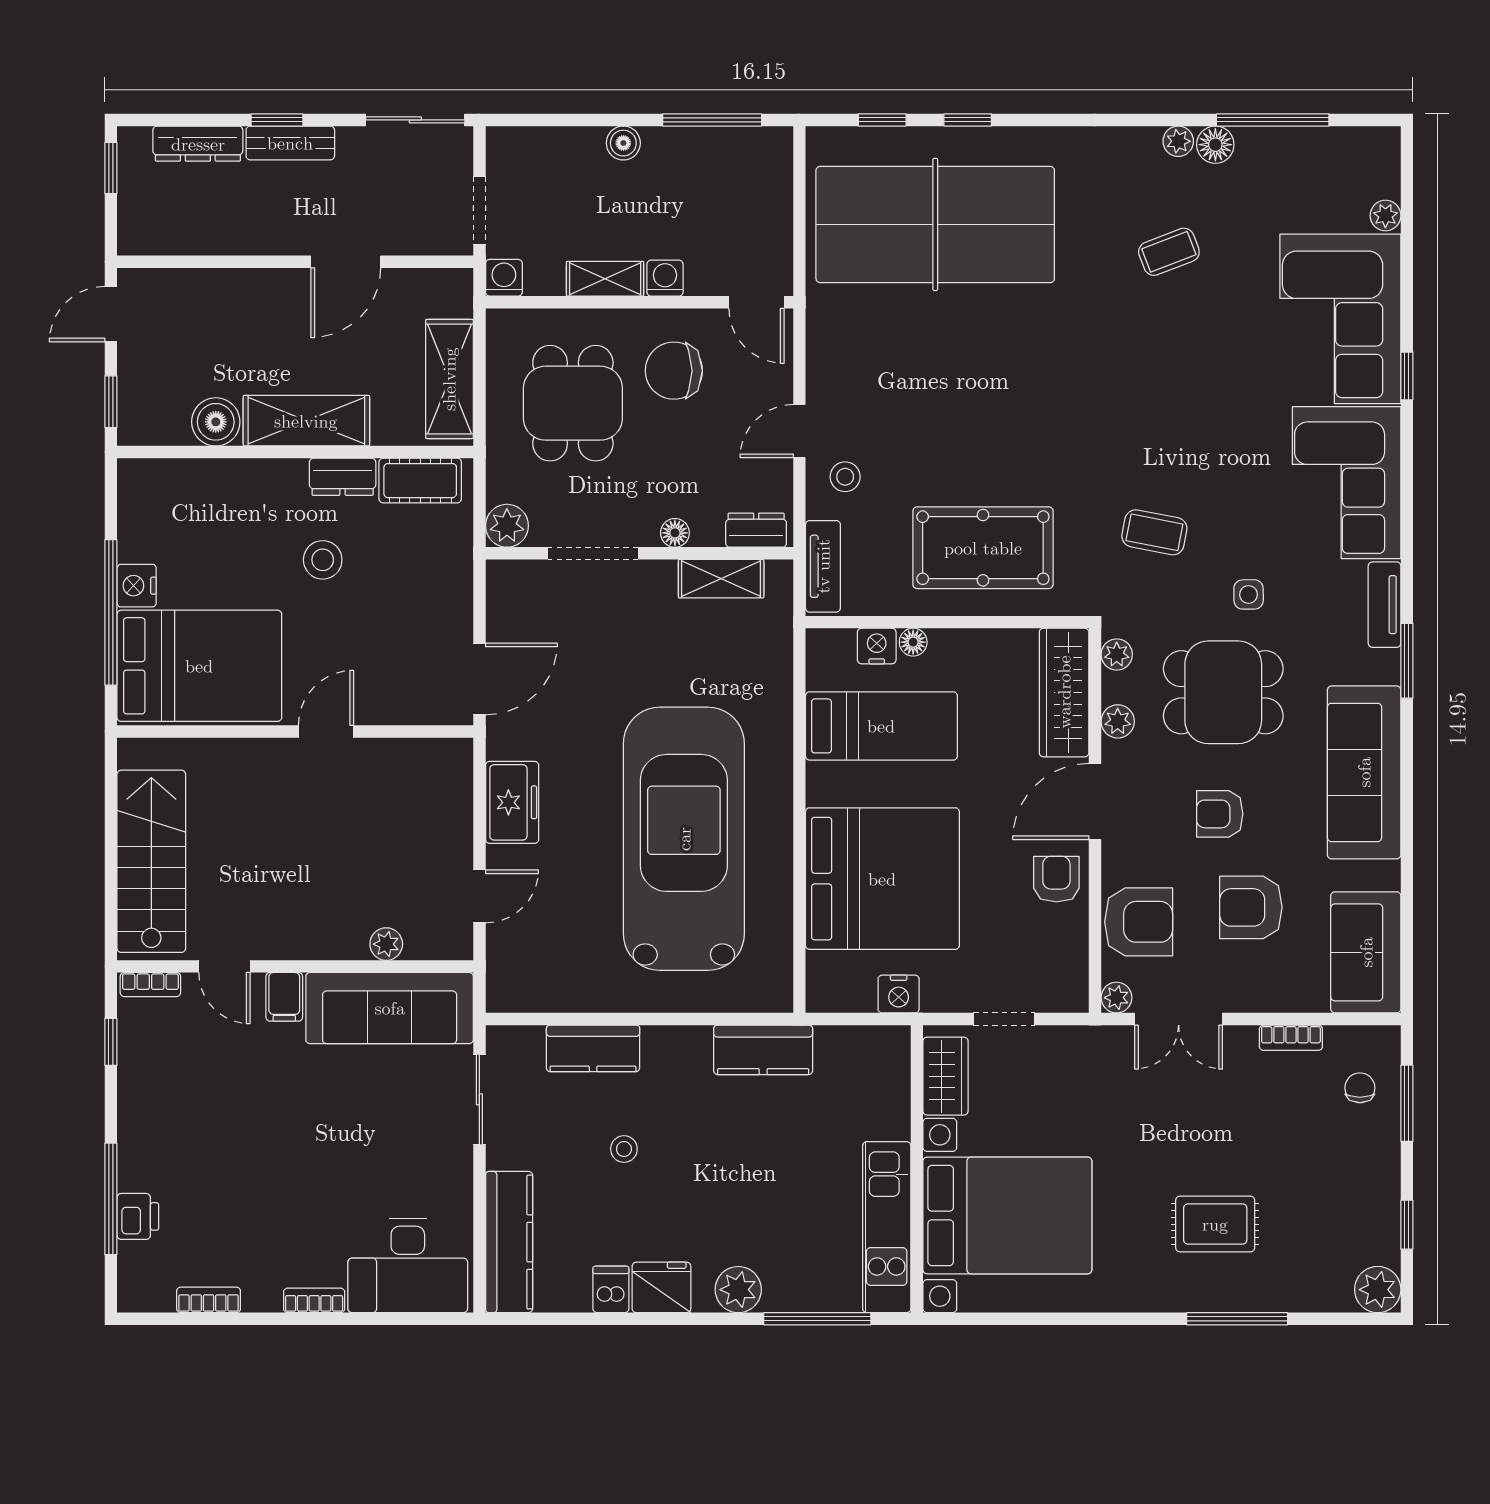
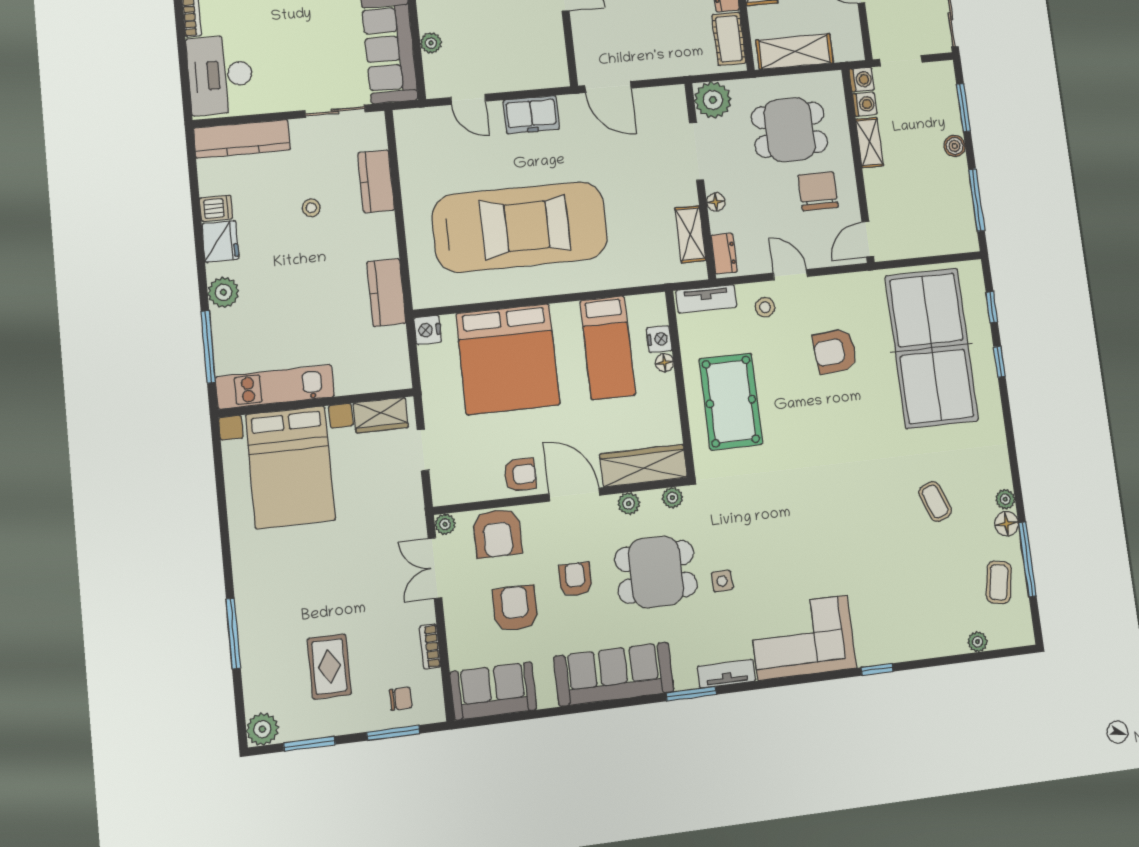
window: (564, 120) -> (964, 108), added
washing machine: (665, 278) -> (865, 104), moved
corner sofa: (1340, 319) -> (908, 620), removed
armchair: (924, 377) -> (835, 351), added
plant: (507, 526) -> (713, 100), width x1.36, depth x1.36
coffee table: (1154, 532) -> (999, 582), moved
dining table: (1223, 692) -> (656, 572), turned 90
nightstand: (899, 994) -> (428, 330), moved
rug: (1215, 1224) -> (329, 667), moved
window: (1407, 1225) -> (309, 744), width x1.50

